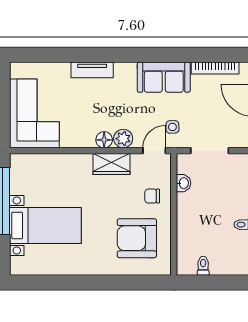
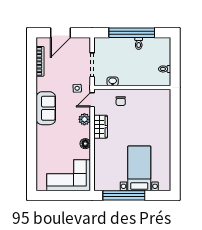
tv unit: (92, 70) -> (41, 139), removed
sofa: (164, 77) -> (46, 108), moved
floor lamp: (104, 140) -> (85, 144), moved
door: (154, 151) -> (92, 100), hinge flipped
armchair: (137, 238) -> (147, 111), removed

